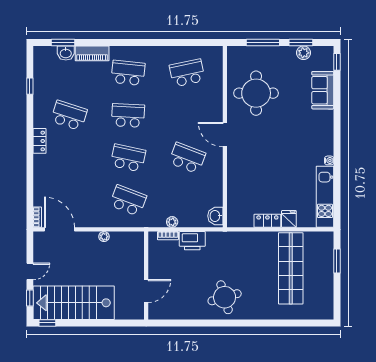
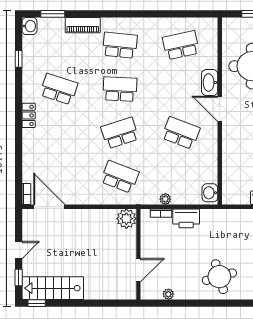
washbasin: (66, 53) -> (29, 26), moved, turned -90
washbasin: (215, 109) -> (210, 82), added
school desk: (128, 158) -> (120, 133), turned -30
plant: (104, 237) -> (126, 219), moved, width x1.88, depth x1.88
stairs: (74, 303) -> (53, 288), width x0.73, depth x0.66
plant: (175, 314) -> (168, 294), added

